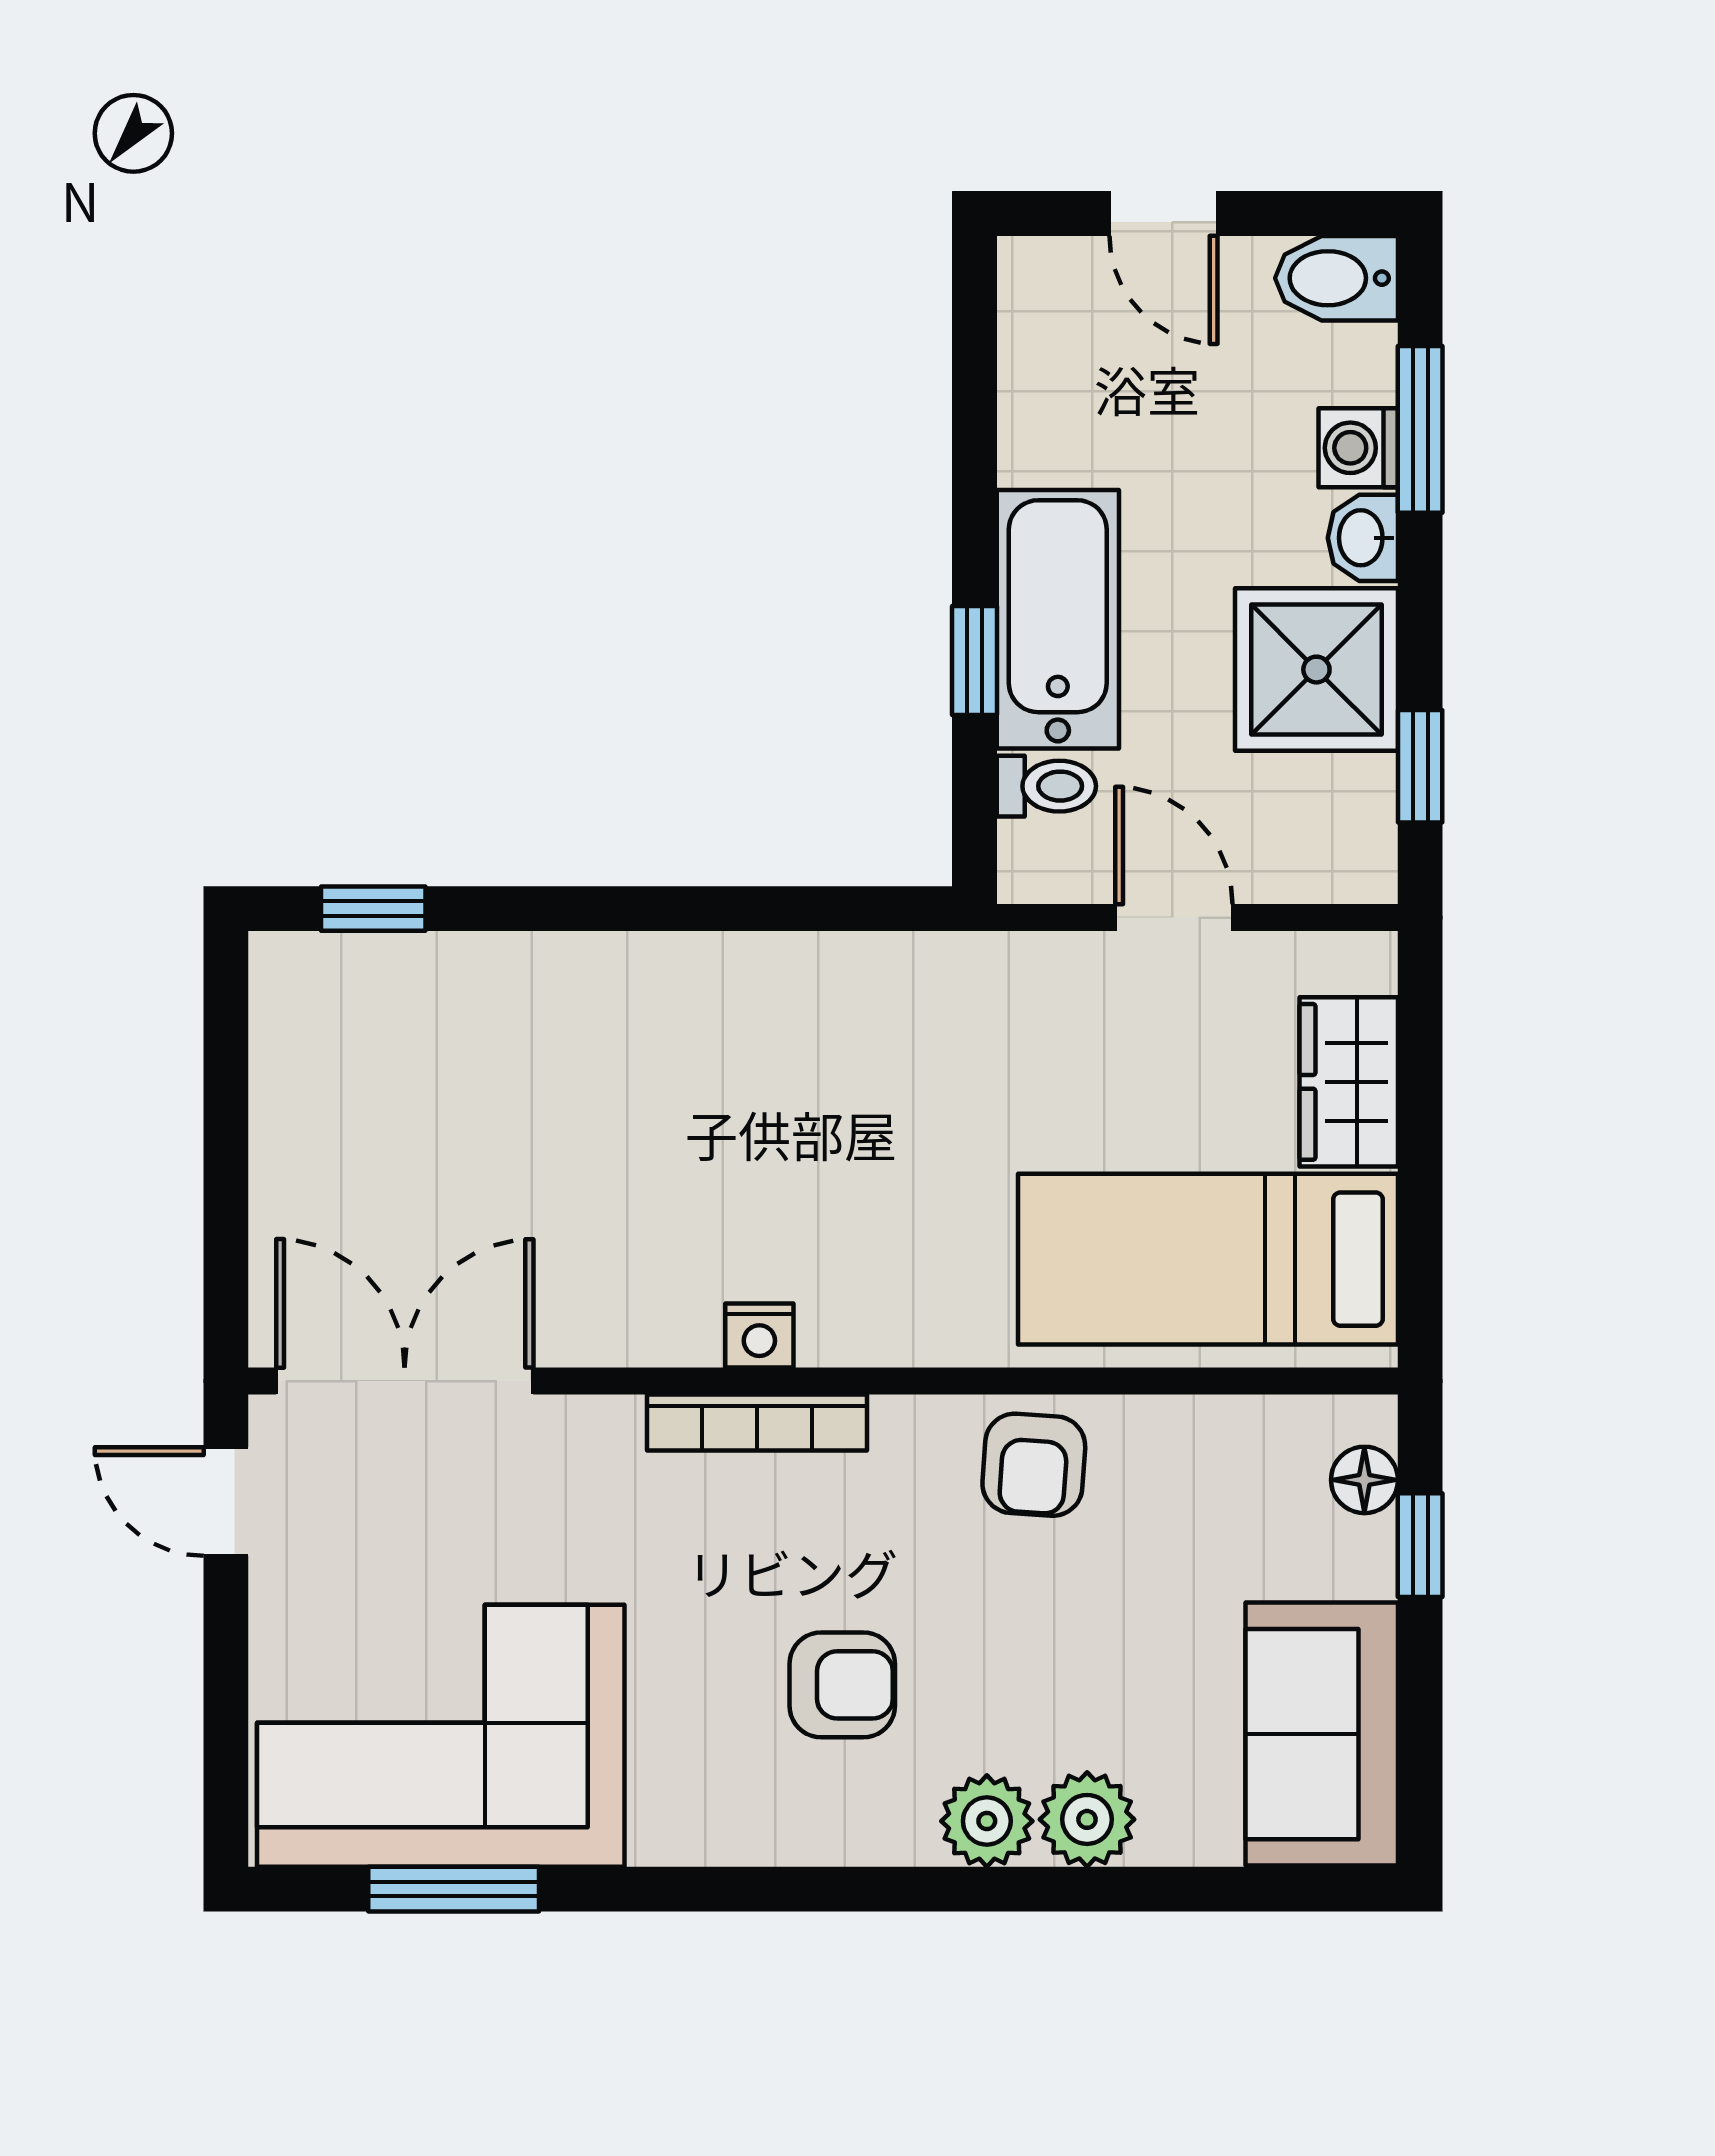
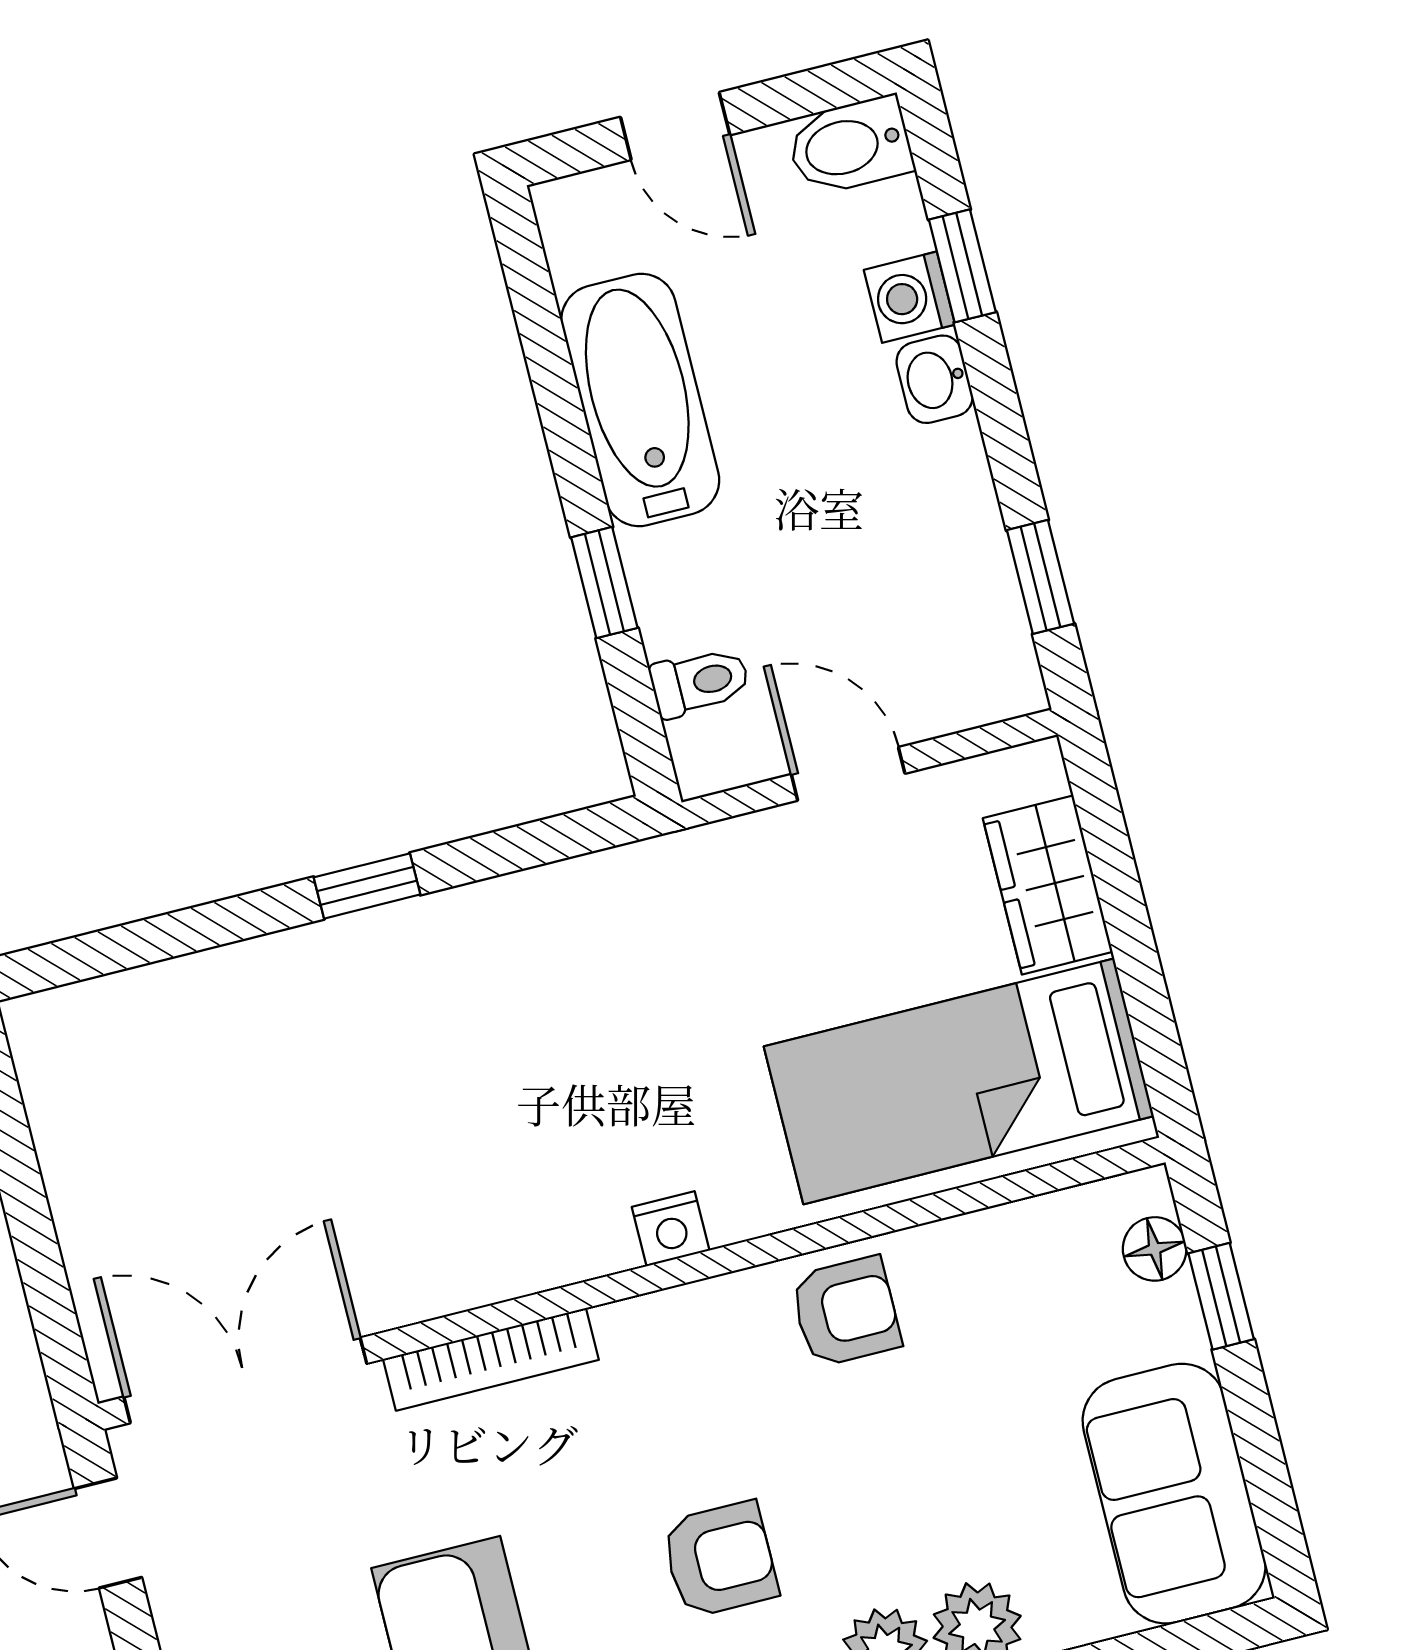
window: (1420, 429) -> (962, 266), width x0.67
bathtub: (1058, 619) -> (640, 400), moved
shower: (1316, 670) -> (922, 512), removed
window: (373, 909) -> (367, 886), moved
nightstand: (759, 1335) -> (671, 1229), moved
bookcase: (757, 1423) -> (491, 1359), moved
armchair: (1034, 1465) -> (846, 1312), turned -94

